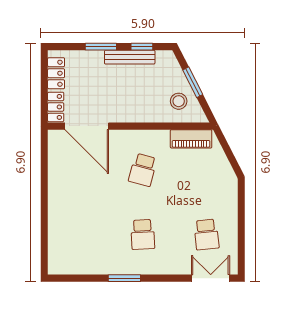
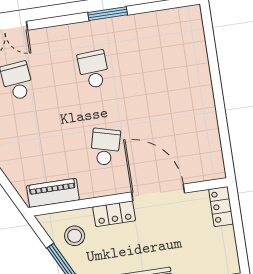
locker: (56, 73) -> (114, 214), moved, turned -90
door: (87, 126) -> (158, 193), moved

